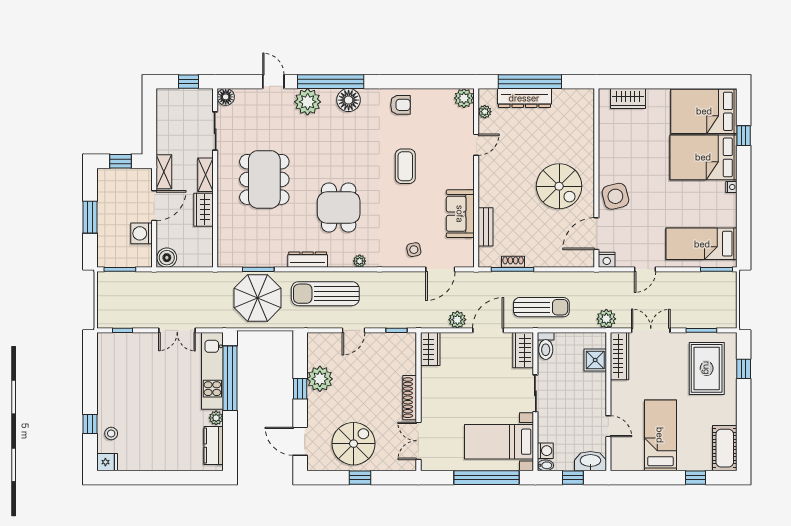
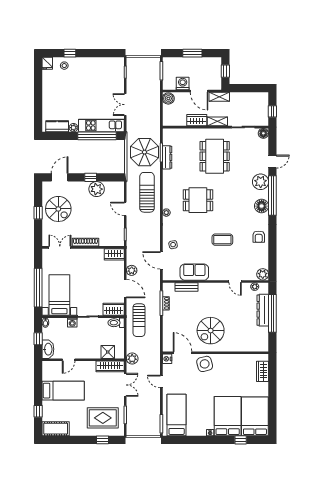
dining table: (264, 179) -> (215, 156), turned 90
dresser: (308, 260) -> (167, 157), moved
washing machine: (545, 451) -> (72, 322), moved

